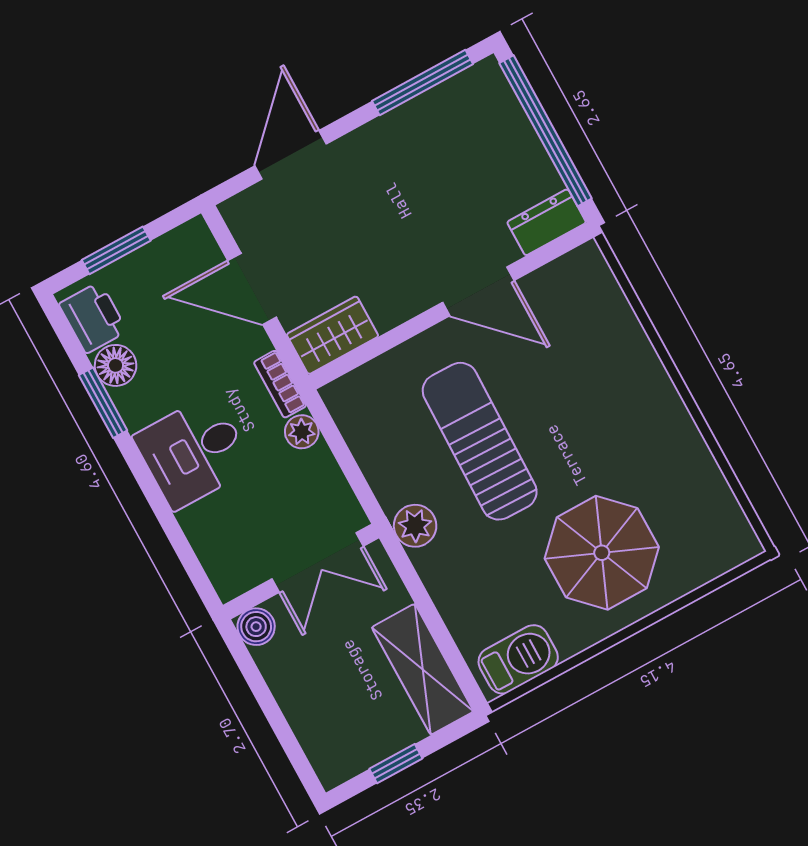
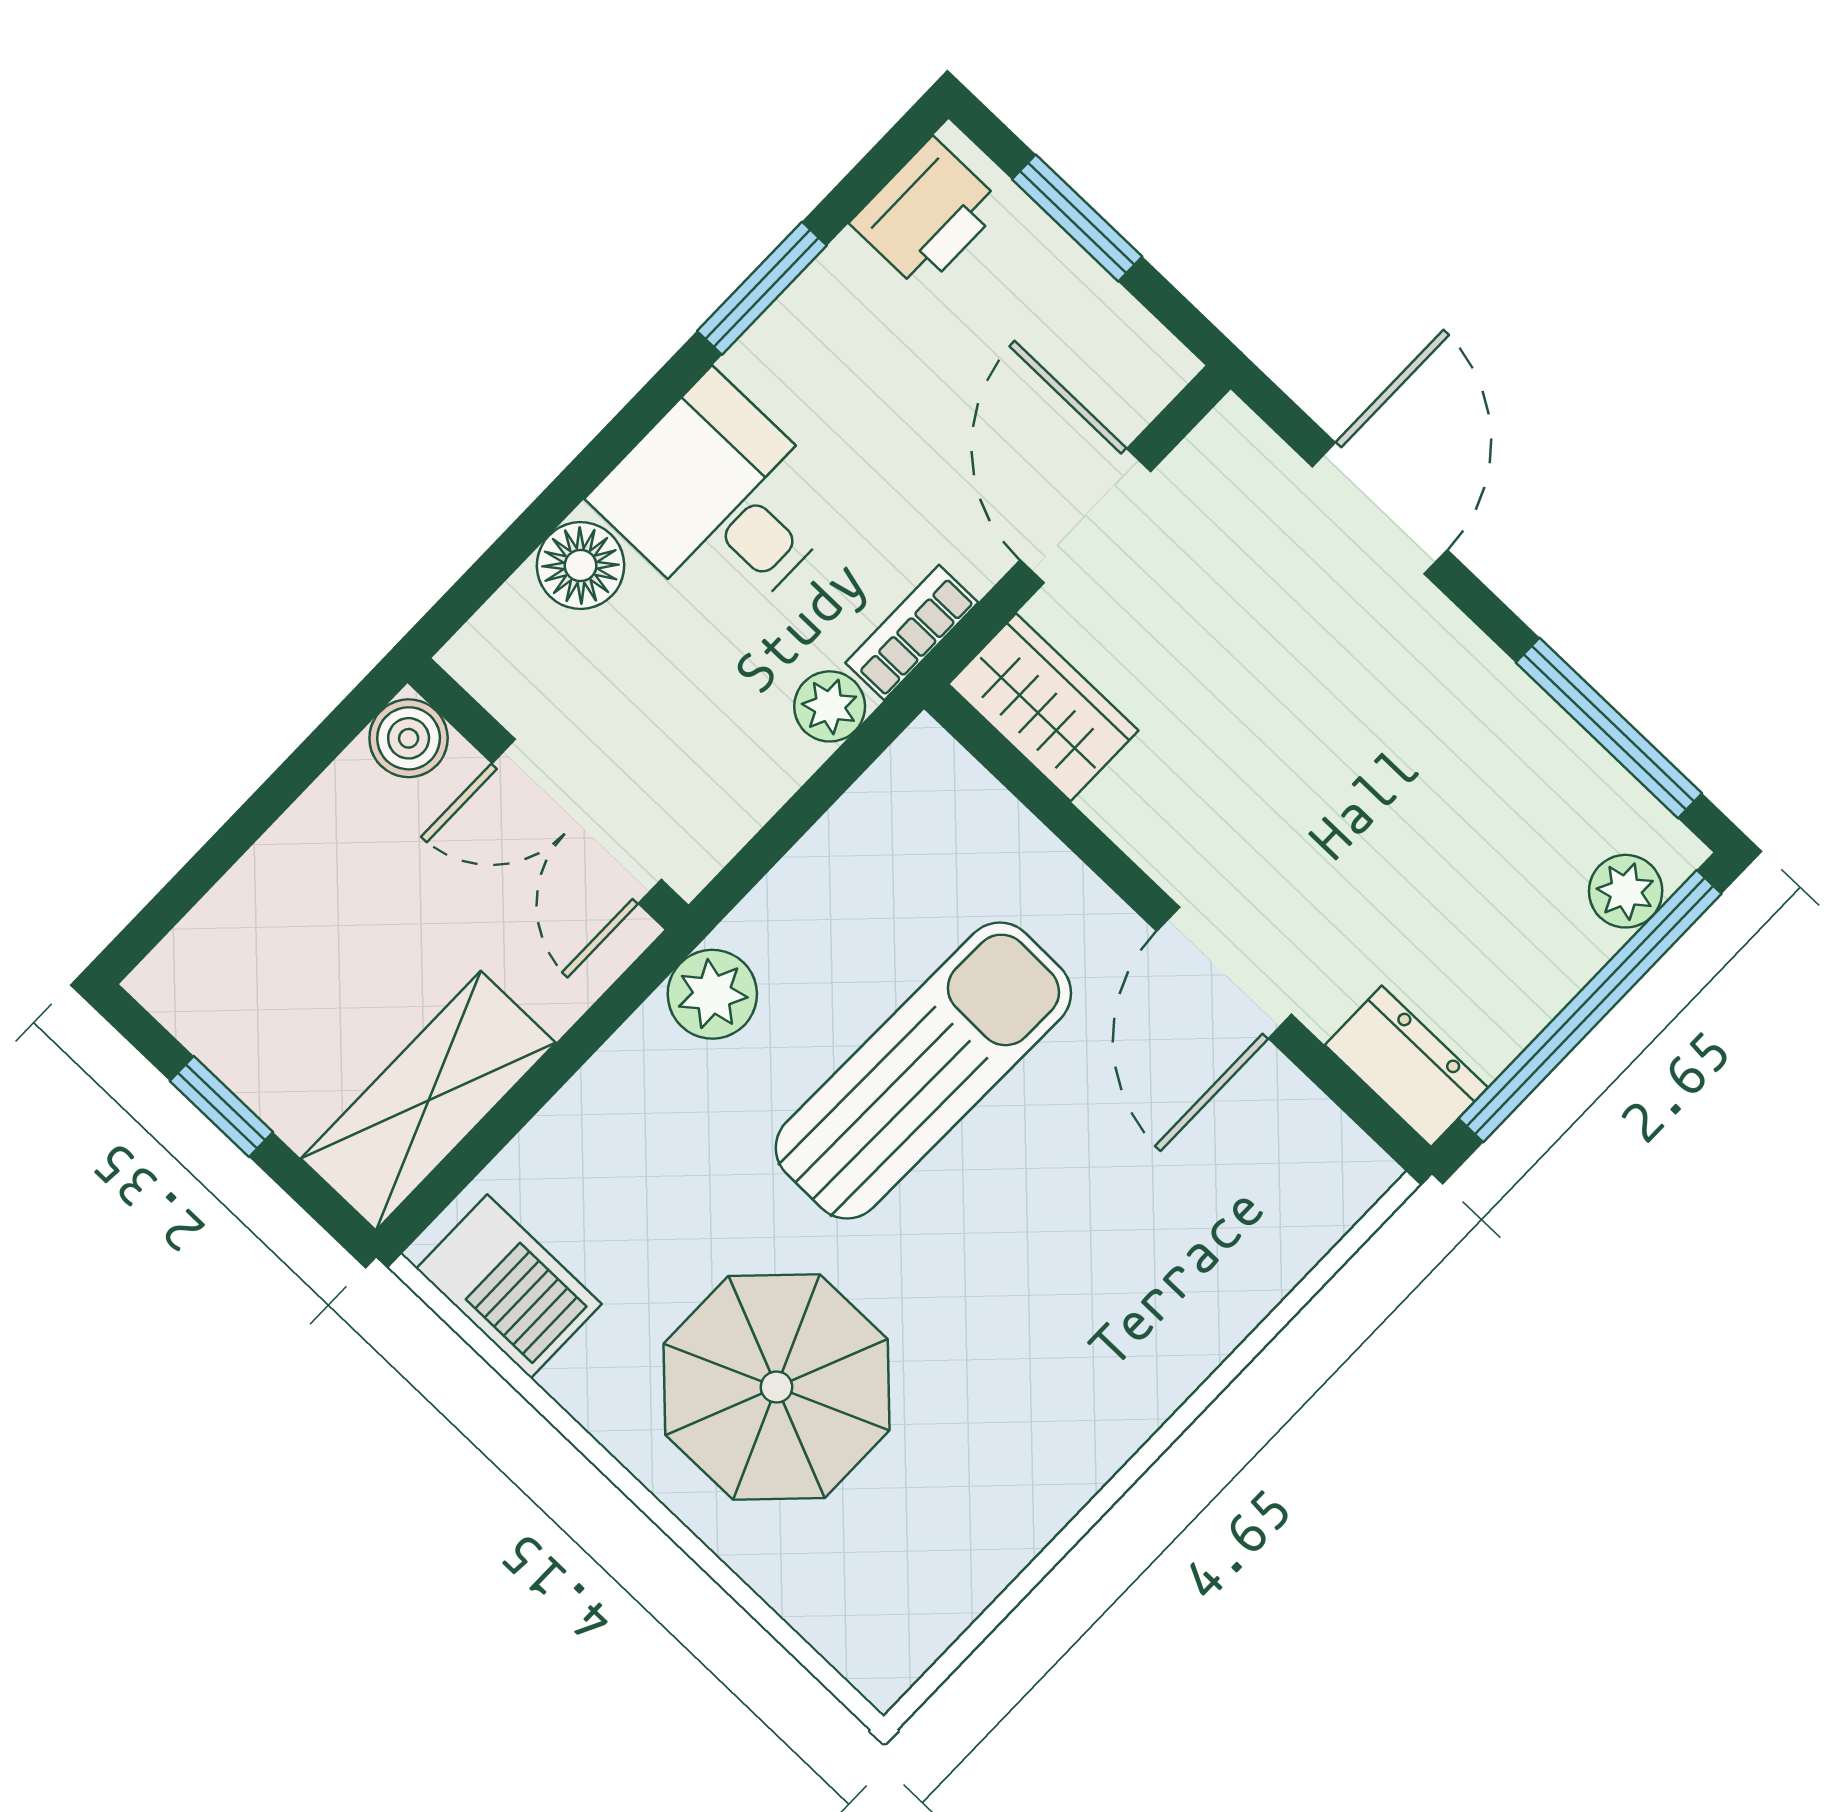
plant: (499, 98) -> (1626, 891), added
door: (291, 155) -> (1380, 508), hinge flipped
floor lamp: (116, 365) -> (581, 566), moved

